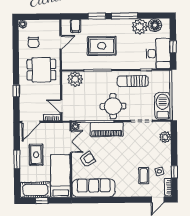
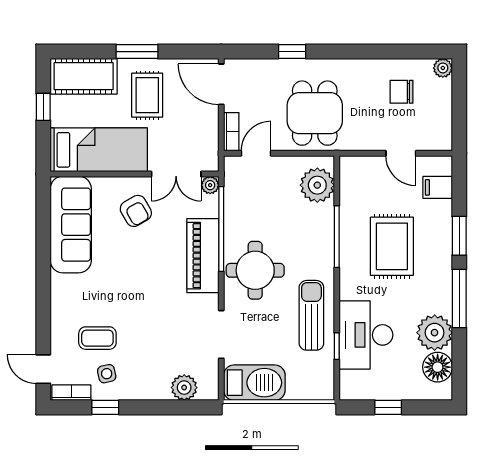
desk: (158, 54) -> (366, 335), moved, turned 90
dining table: (41, 70) -> (315, 113), moved
rug: (36, 155) -> (147, 95), turned 90
cot: (35, 190) -> (84, 76), moved, turned 90

